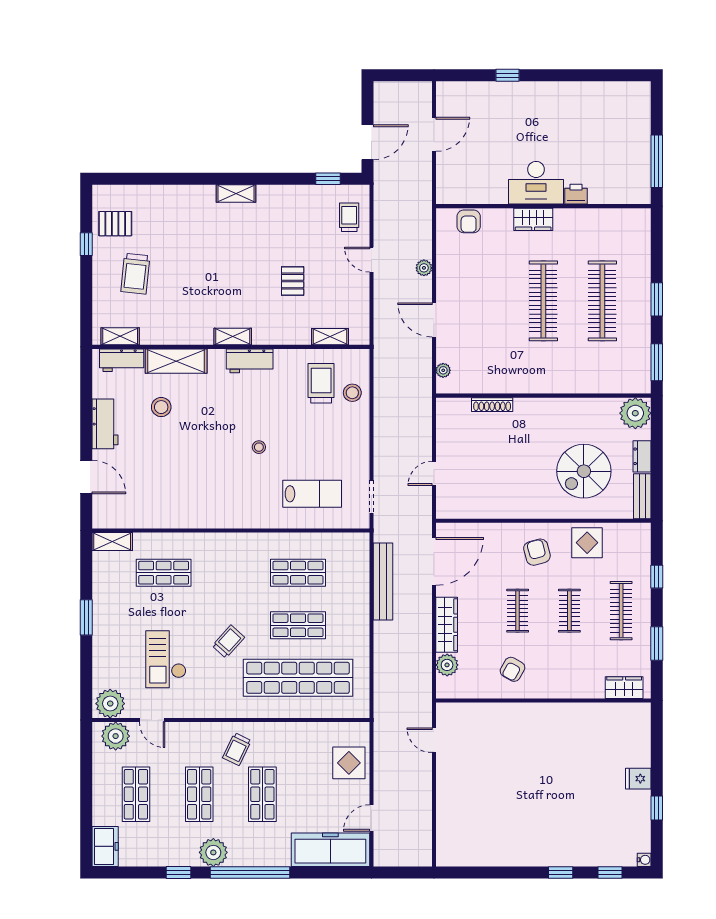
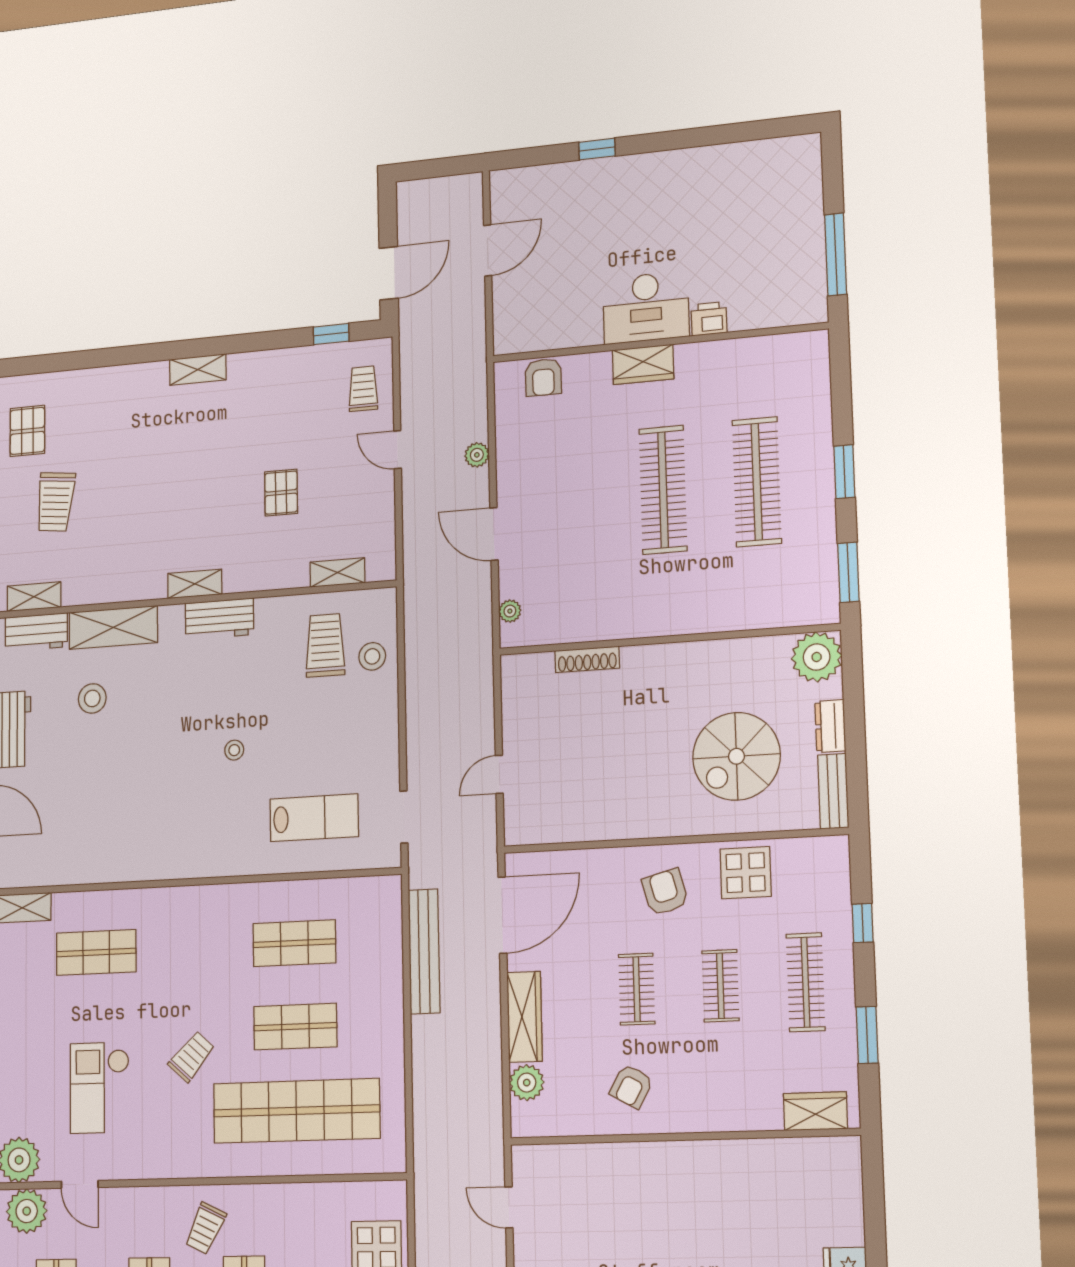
pallet: (115, 224) -> (27, 431), turned 90

